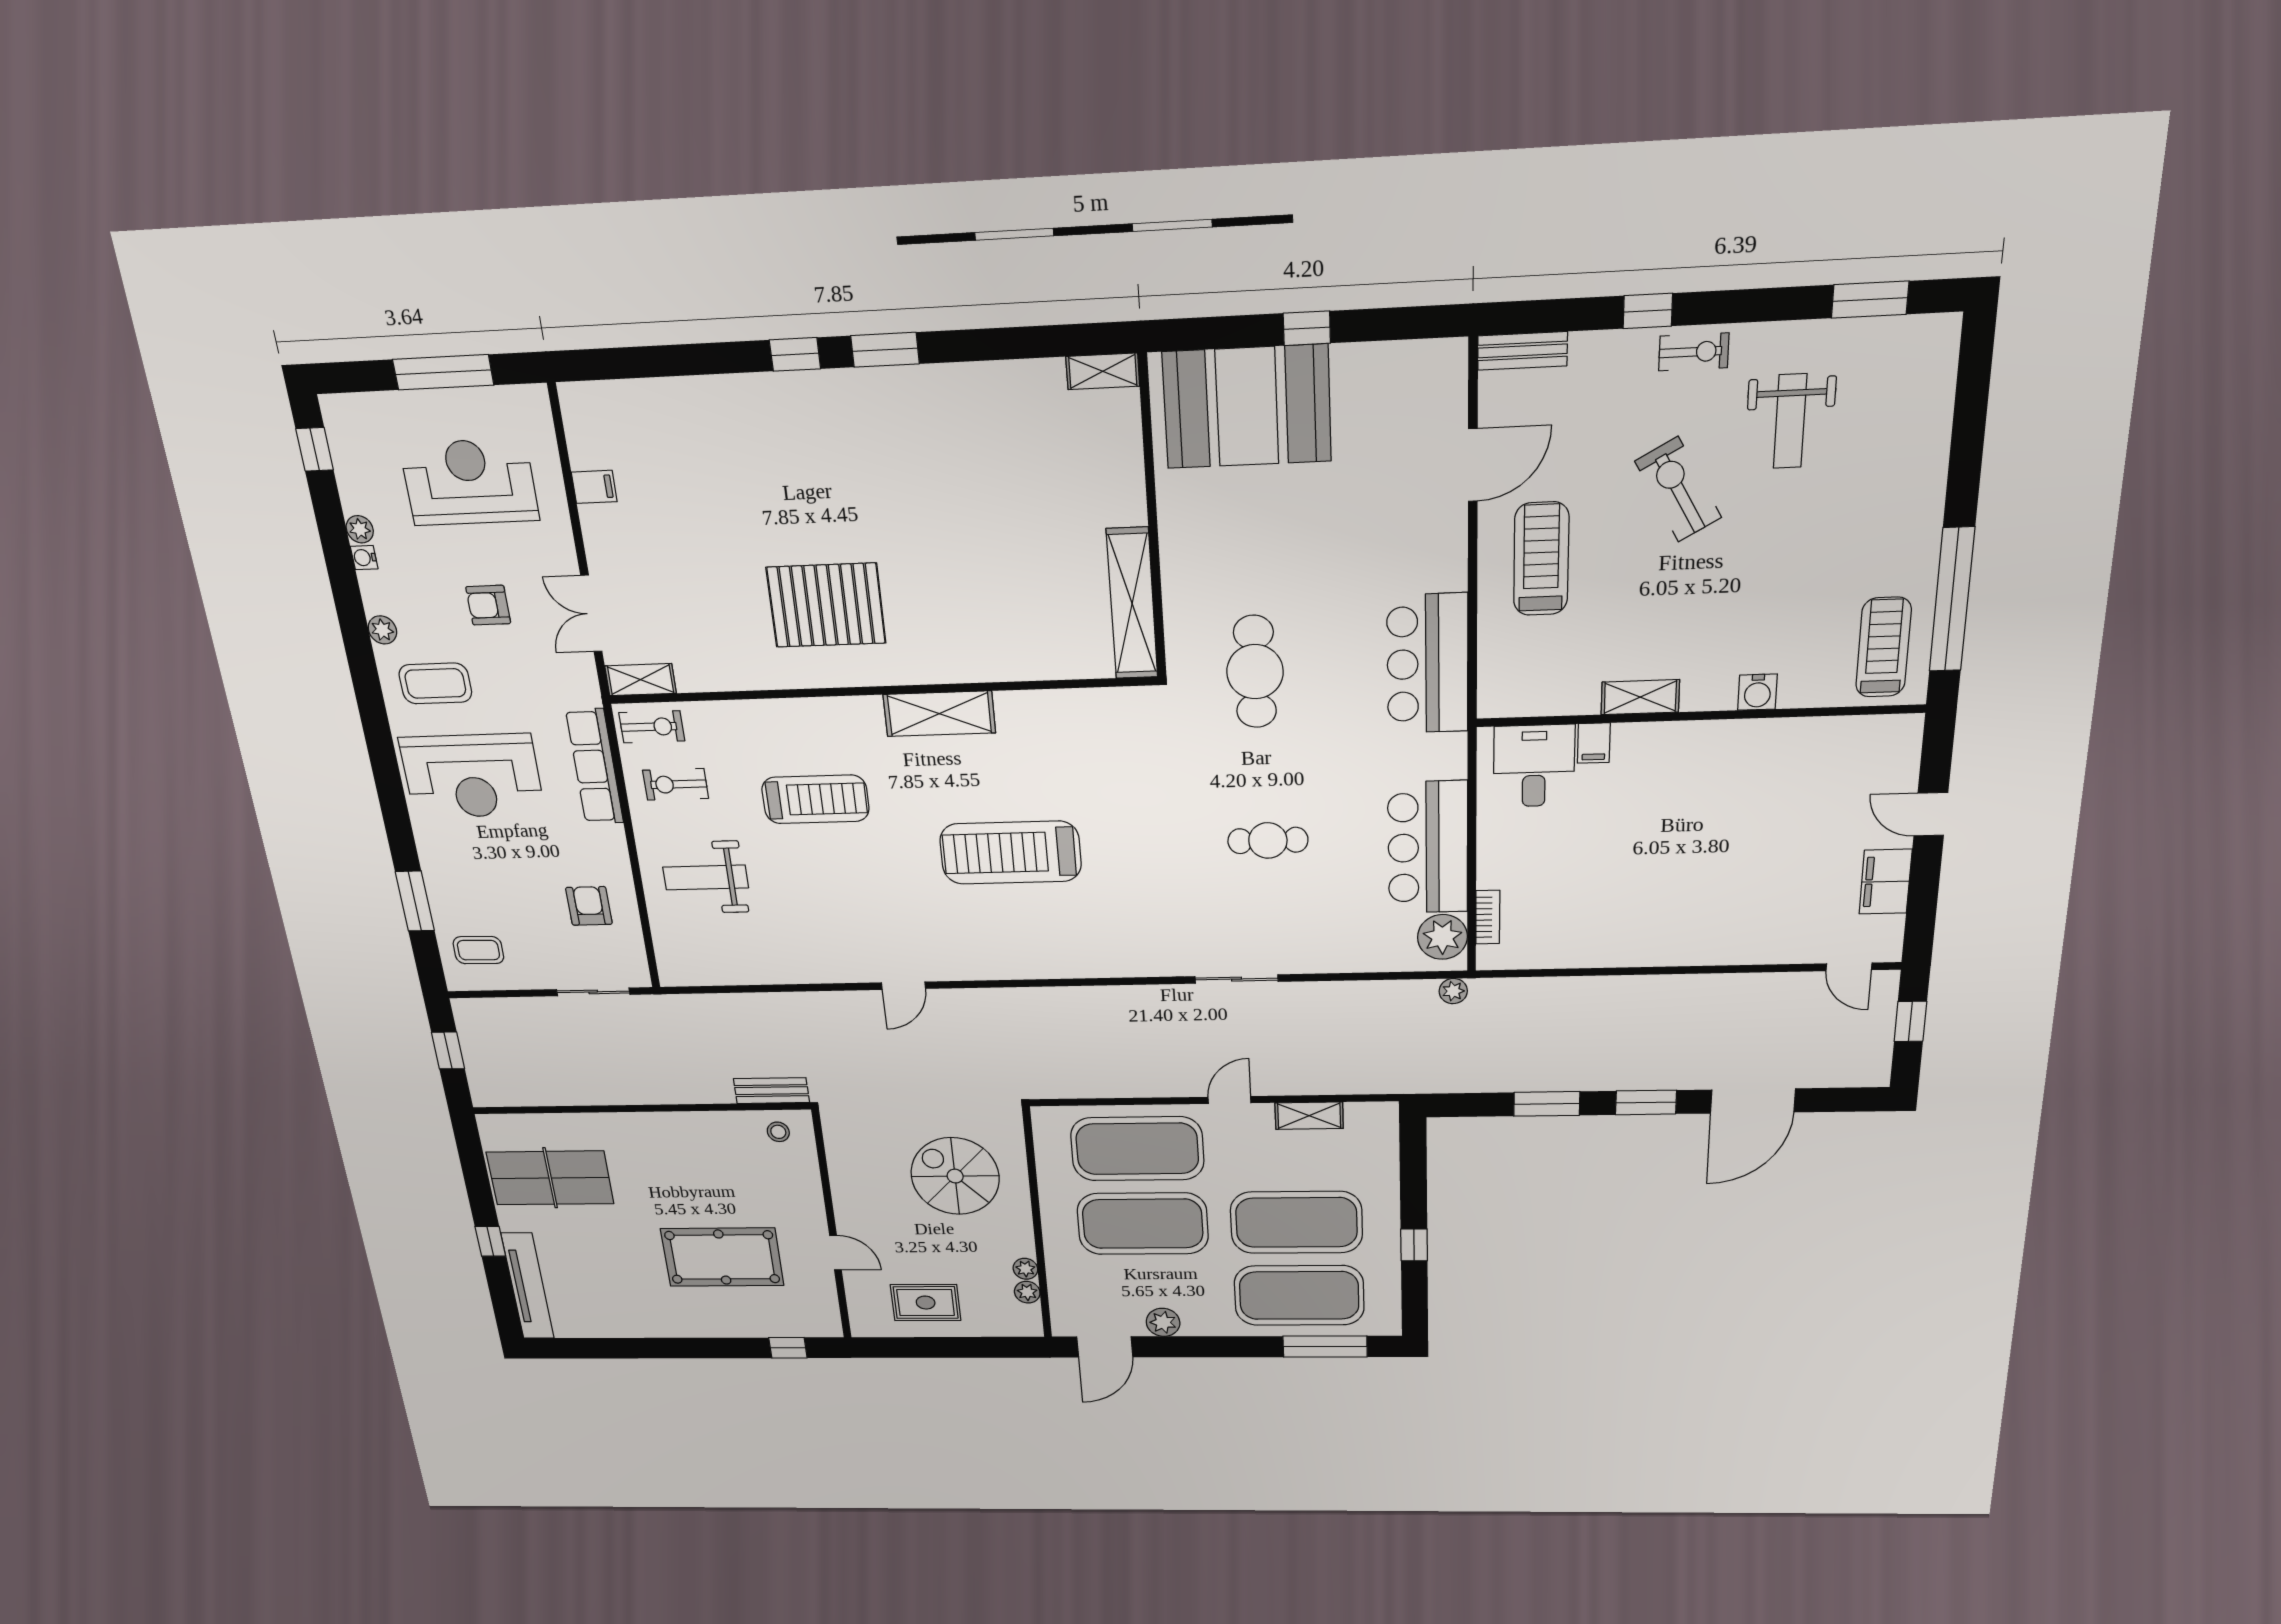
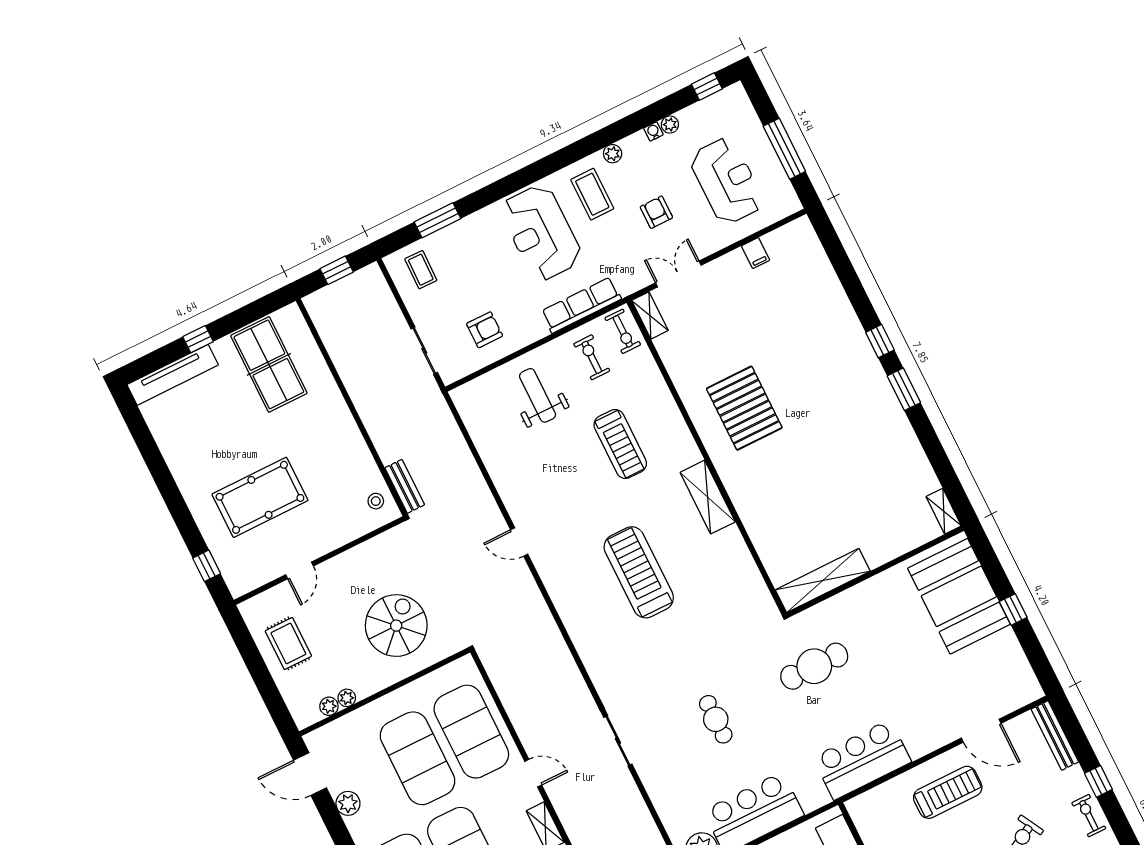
bench: (1522, 351) -> (1055, 735), width x1.36
exercise bike: (1694, 352) -> (1089, 816), turned 180
pool table: (722, 1257) -> (260, 497), turned 90

